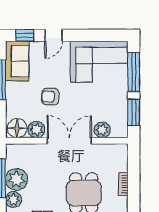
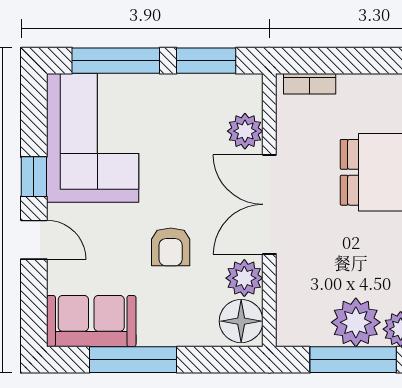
window: (25, 35) -> (34, 177), moved
bookcase: (123, 184) -> (310, 84), moved

